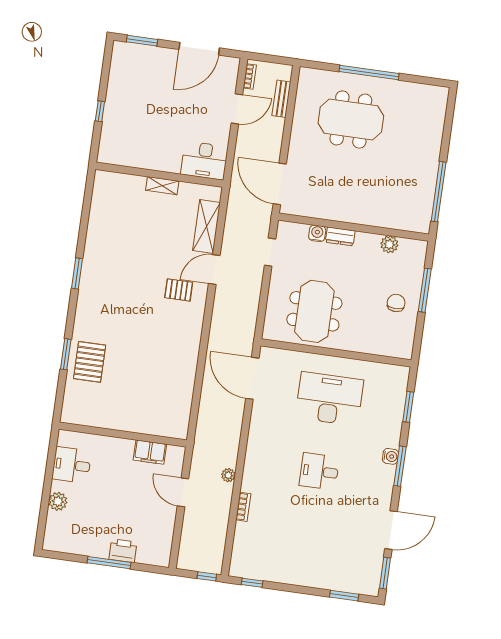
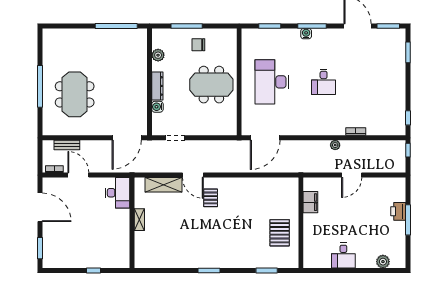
dresser: (340, 236) -> (157, 86), width x1.44
meeting table: (314, 311) -> (211, 85), moved
pallet: (90, 362) -> (280, 233), moved, turned 90
wall: (123, 435) -> (301, 223), moved
filing cabinet: (150, 452) -> (310, 202), moved
plant: (58, 501) -> (383, 262), moved

